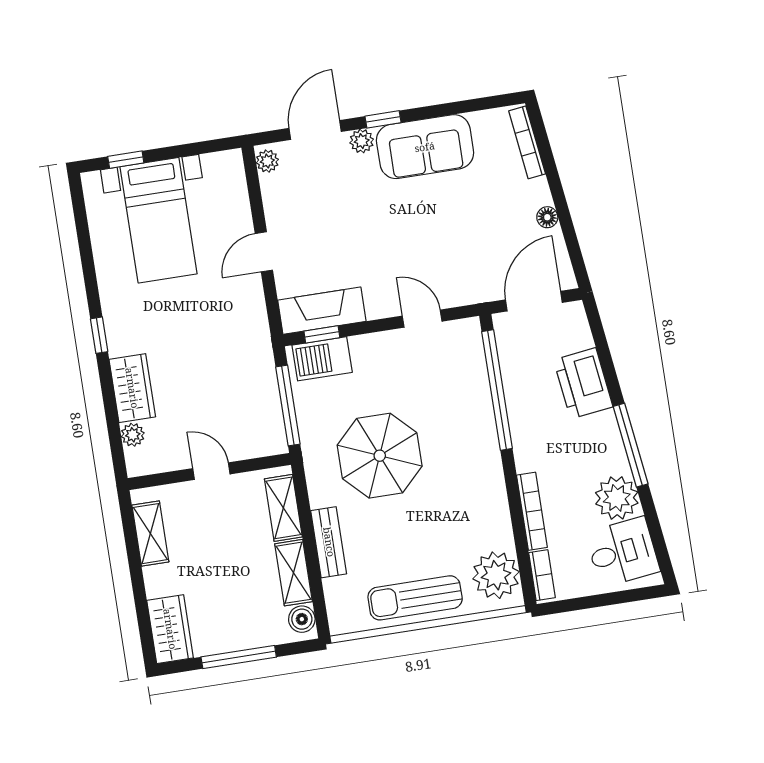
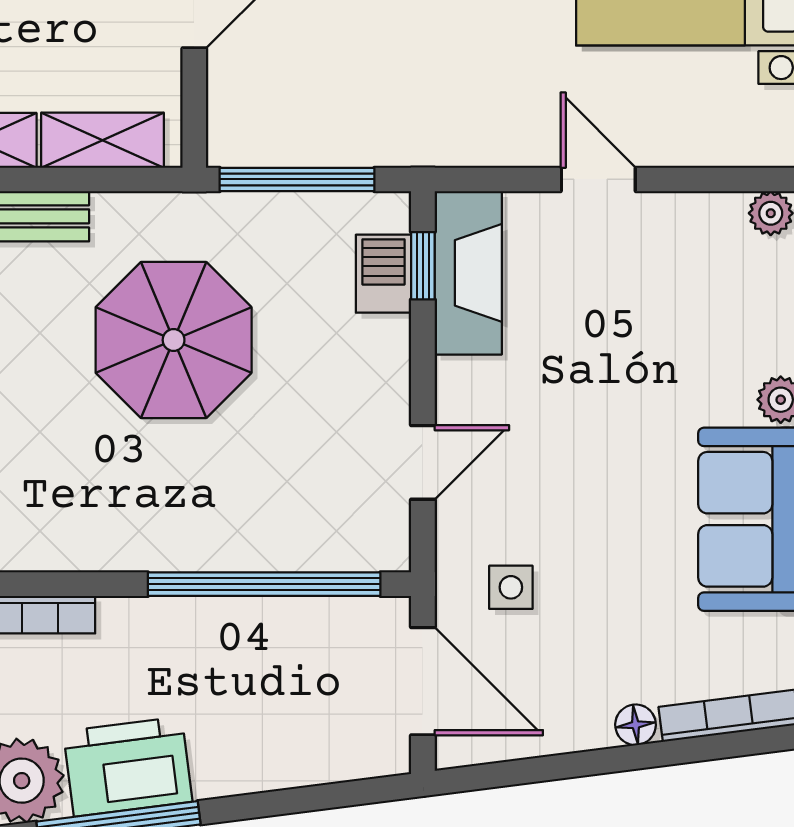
floor lamp: (547, 217) -> (636, 725), moved
side table: (479, 264) -> (511, 587), added
barbecue: (322, 359) -> (384, 274), width x0.73, depth x0.79
printer: (583, 383) -> (128, 767), moved

